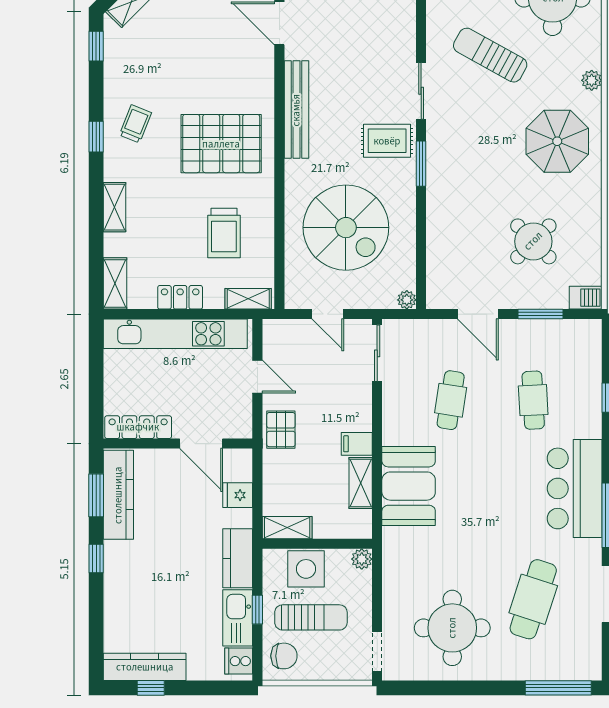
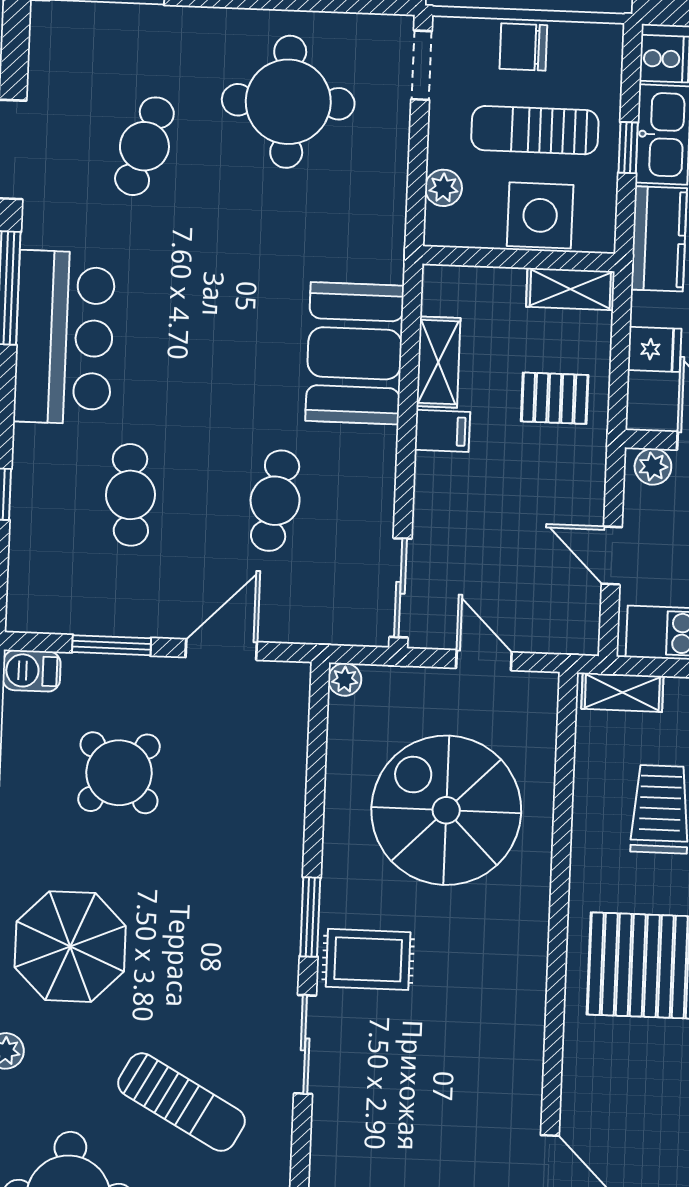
bench: (296, 110) -> (525, 1020), removed
door: (478, 314) -> (221, 650), hinge flipped
plant: (236, 428) -> (653, 467), added
pallet: (281, 430) -> (555, 398), moved, turned 90
plant: (362, 559) -> (443, 188), moved
cafe table: (533, 599) -> (144, 146), width x0.73, depth x0.74
chair: (284, 656) -> (523, 47), moved

